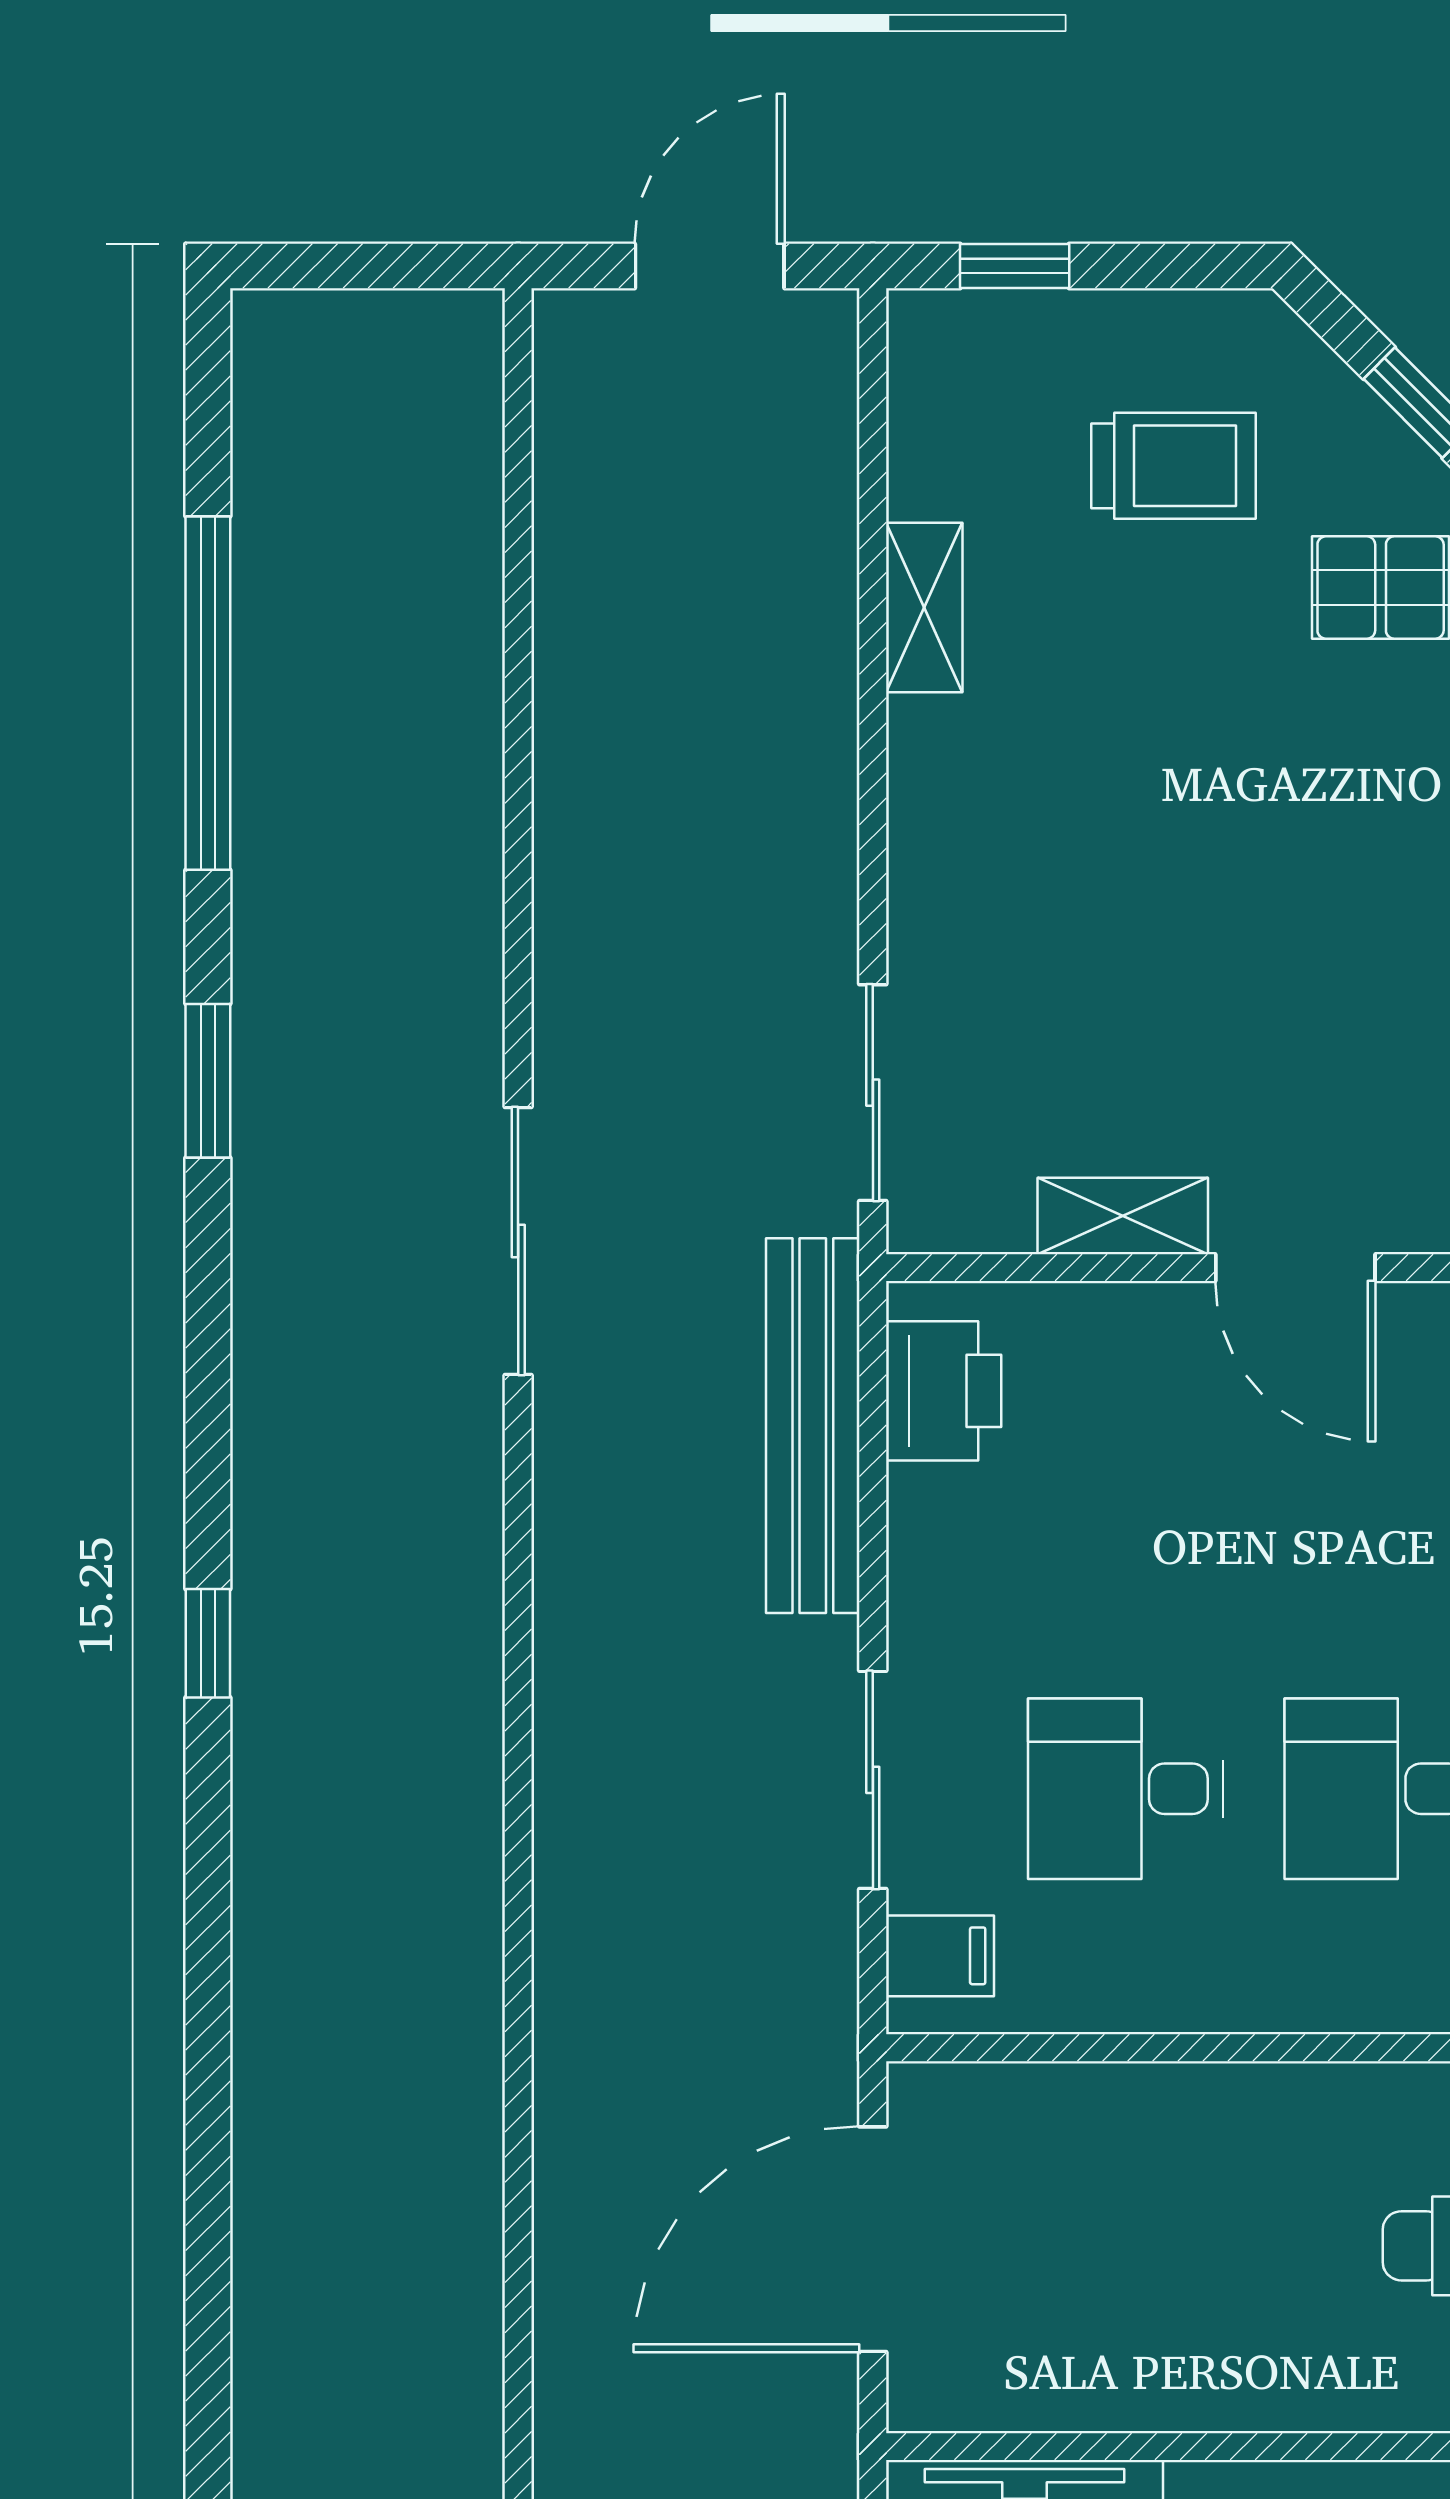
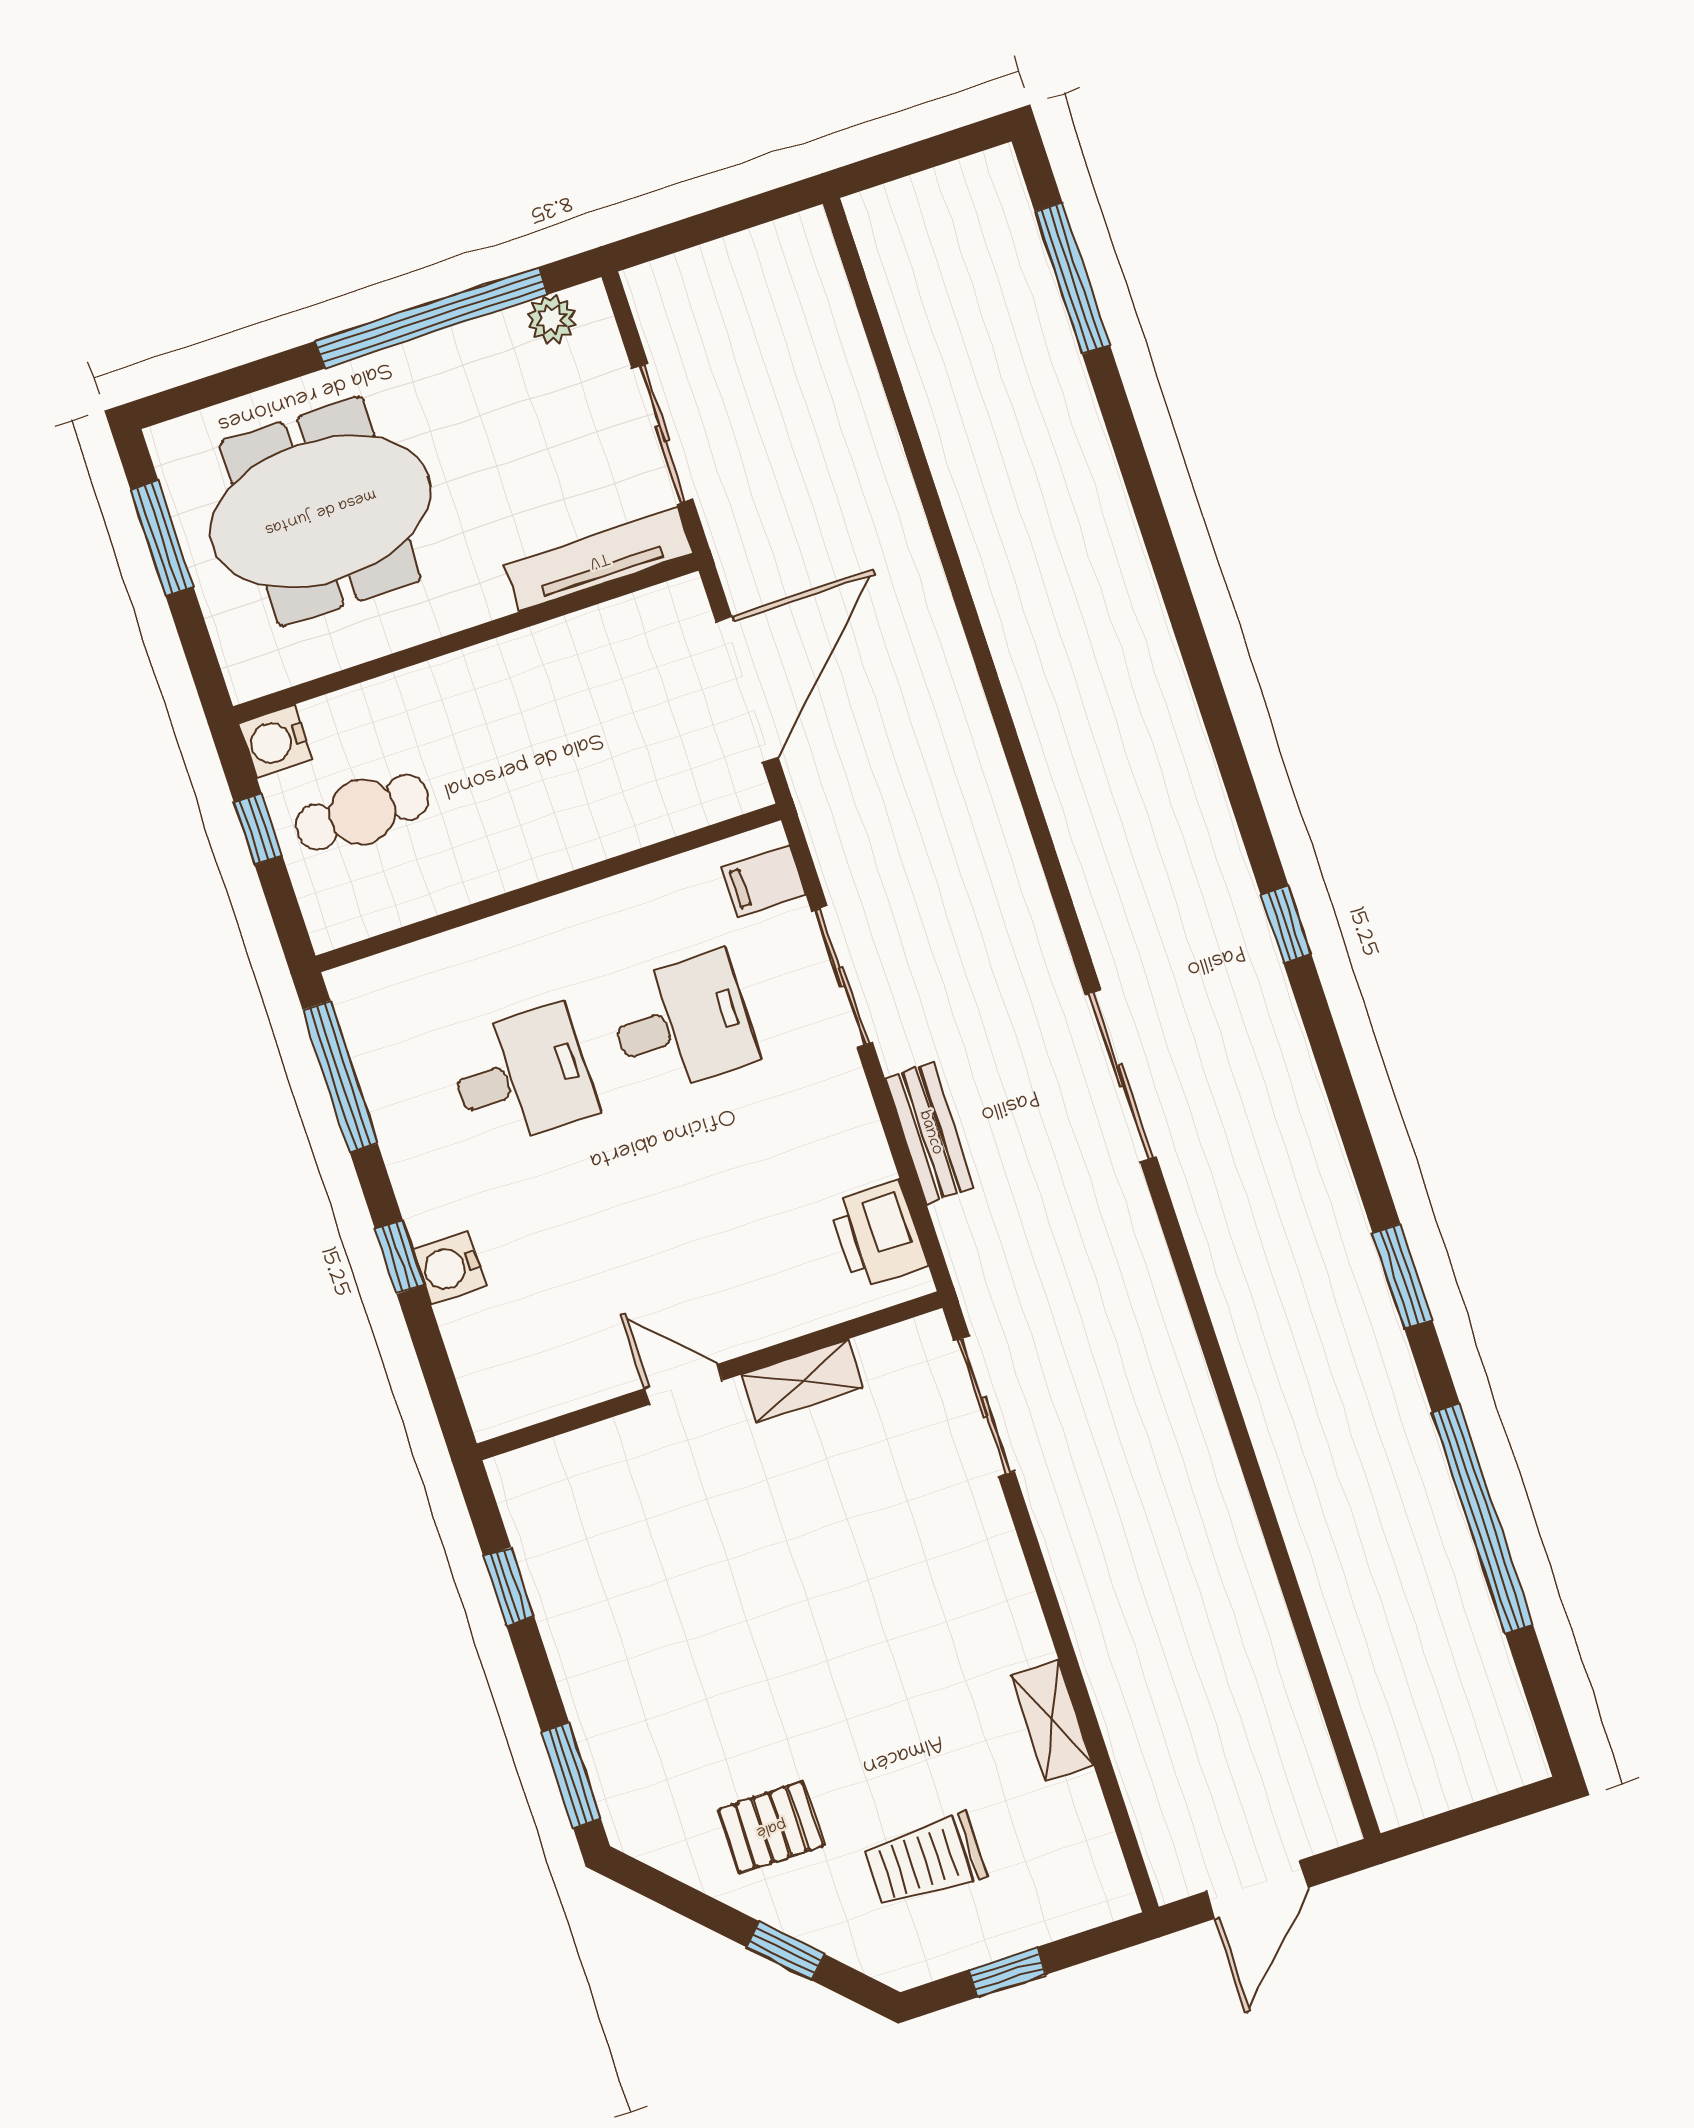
window: (1015, 266) -> (1008, 1972), moved
sliding door: (518, 1241) -> (1121, 1076), moved
door: (1295, 1268) -> (684, 1384), width x0.73
bench: (813, 1426) -> (930, 1133), width x0.54, depth x0.82

